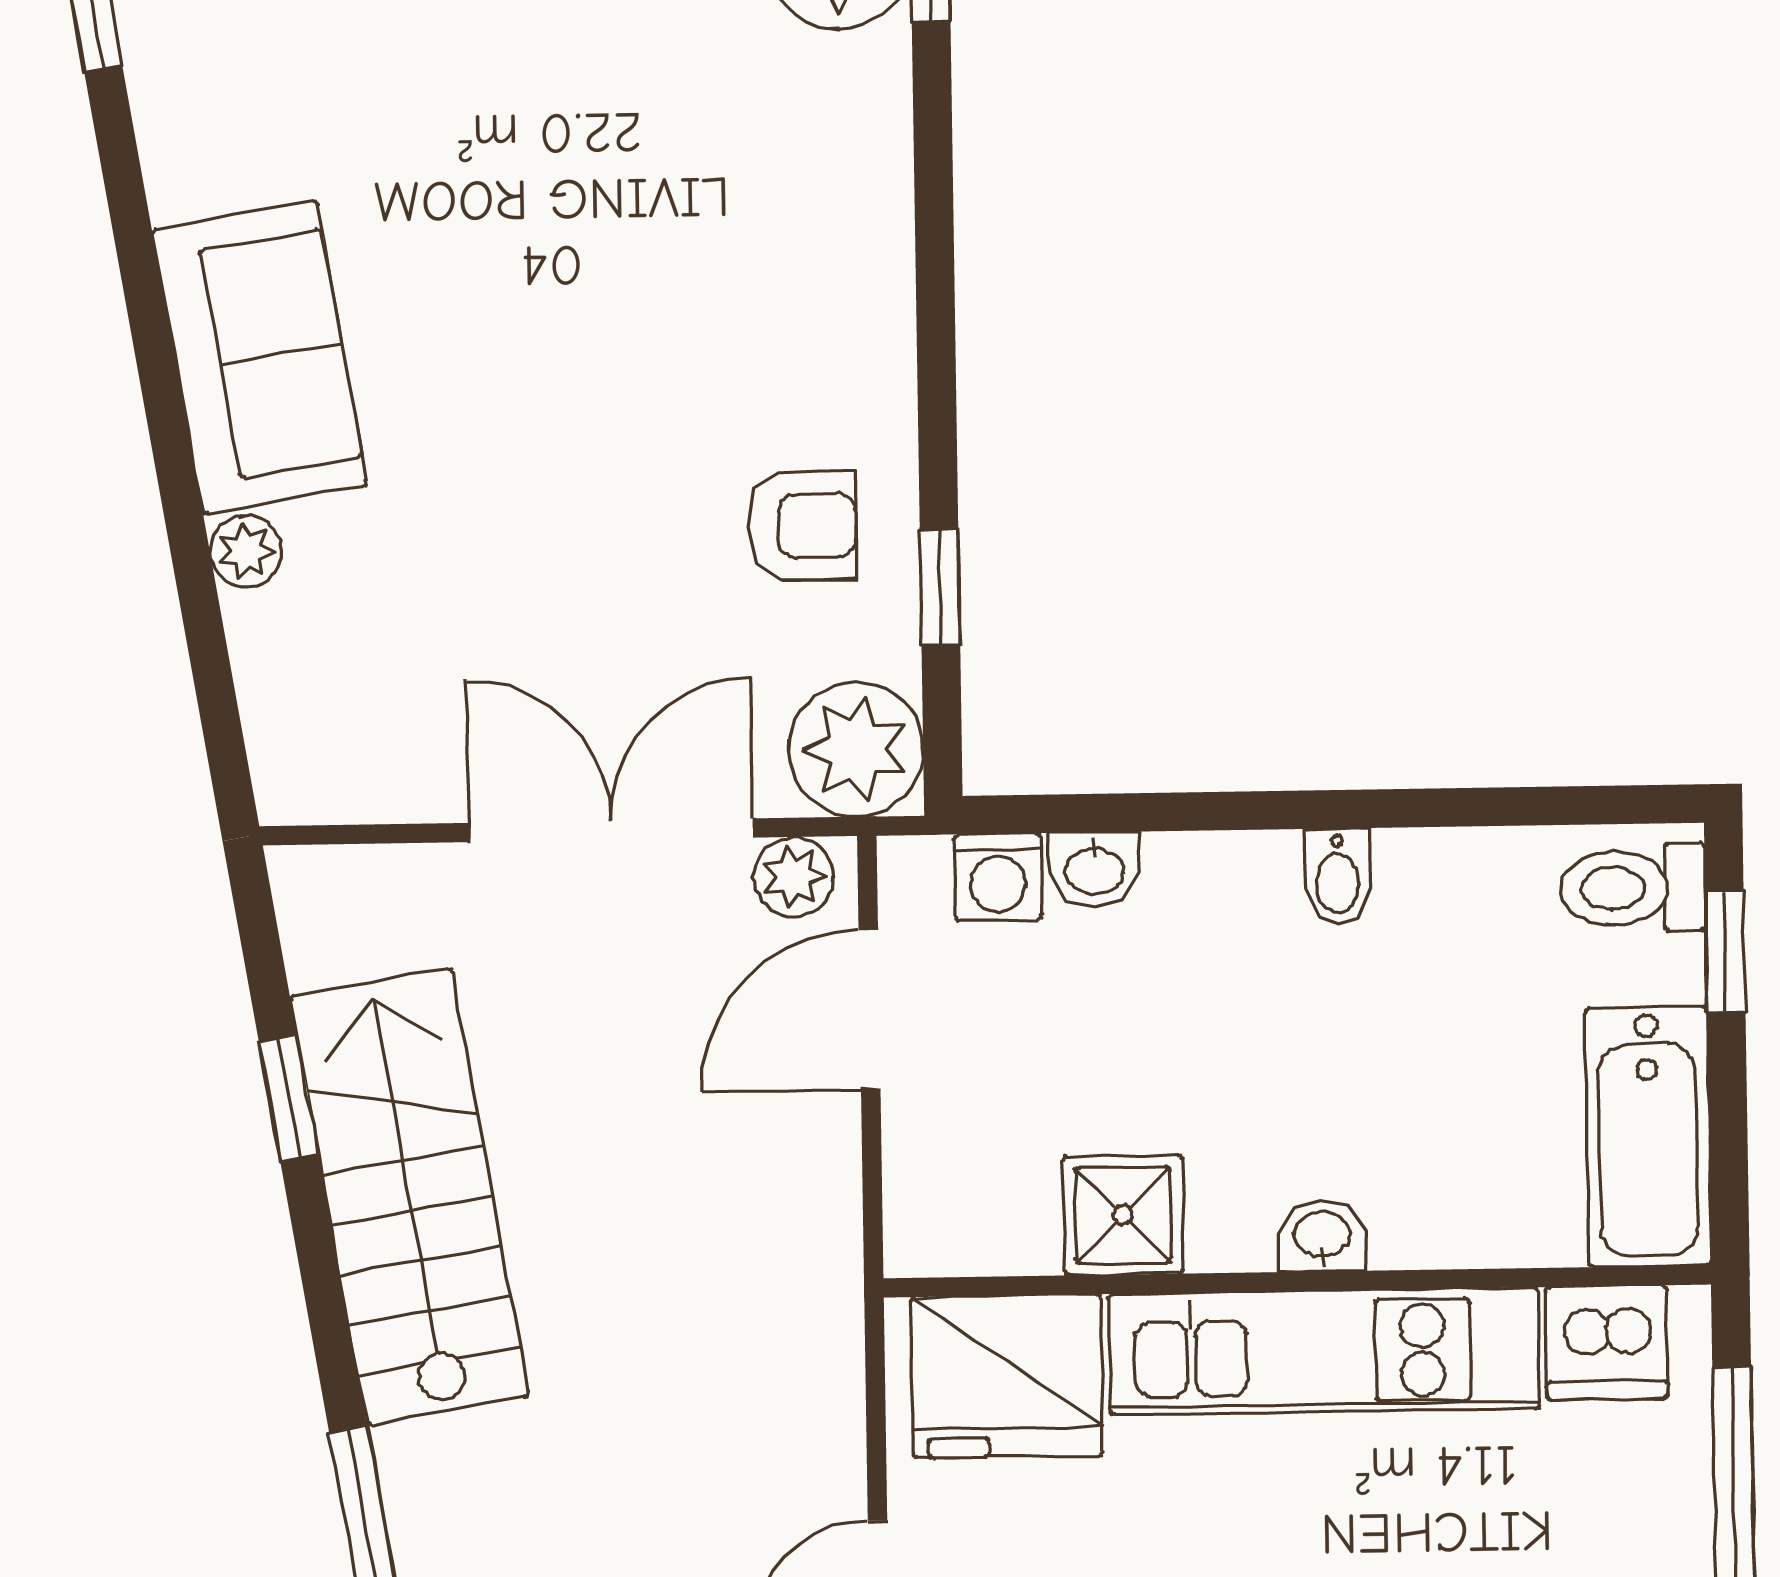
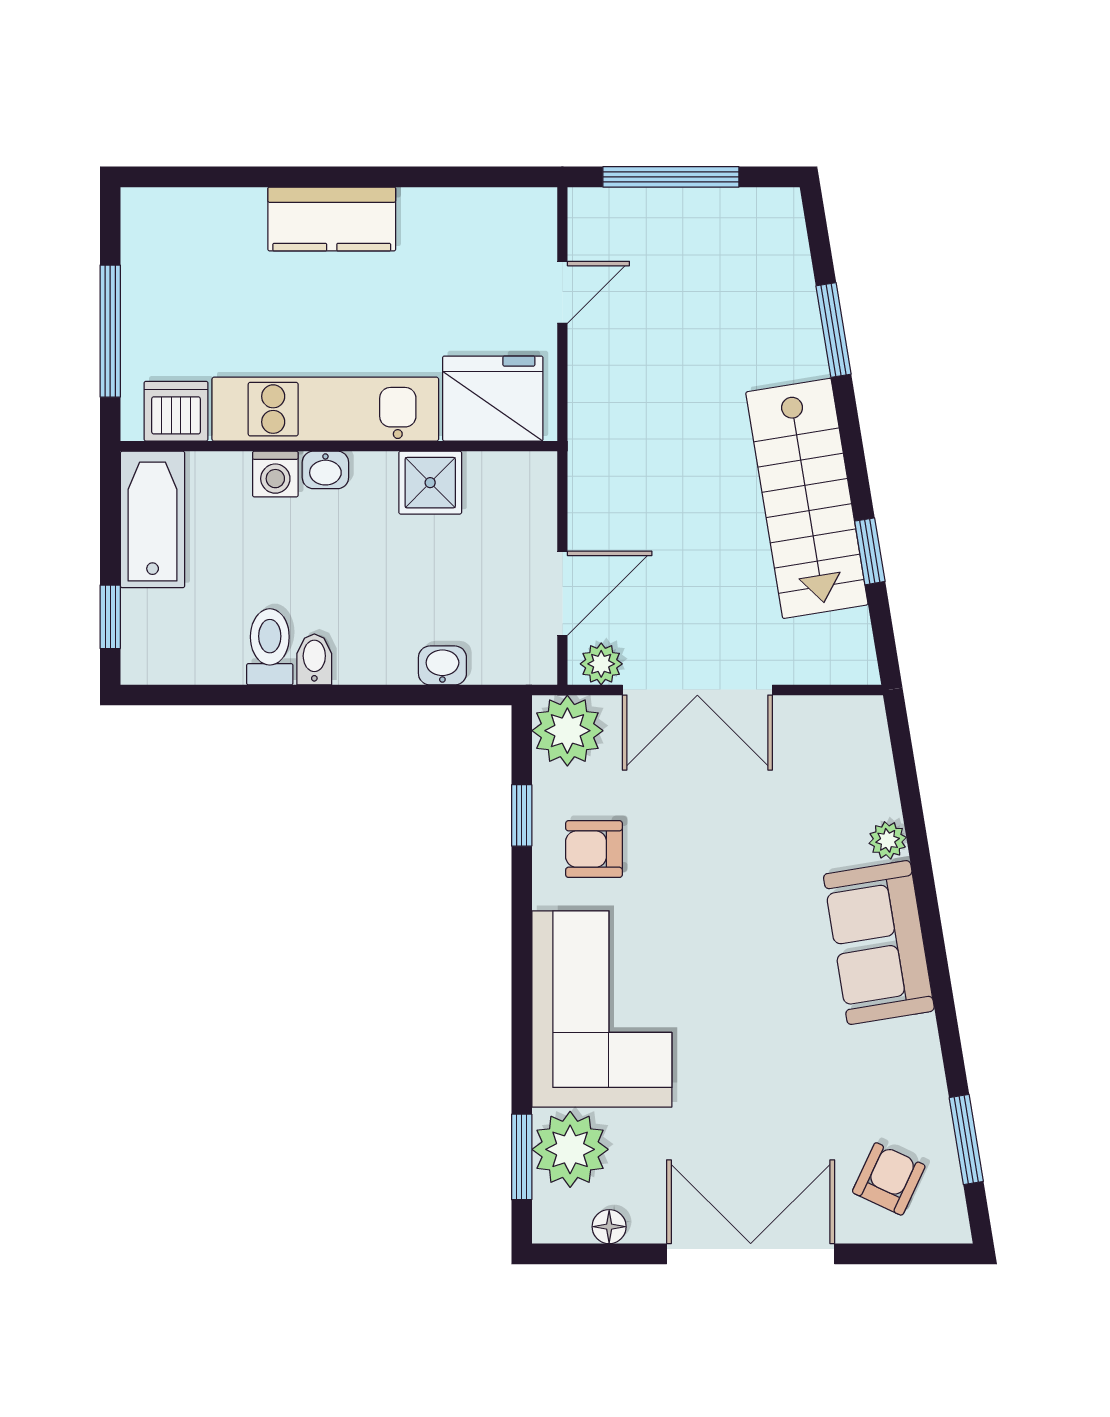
corner sofa: (782, 223) -> (602, 1009), added
washing machine: (998, 877) -> (275, 474), moved, turned 180
toilet: (1633, 888) -> (270, 647), moved, turned -90

